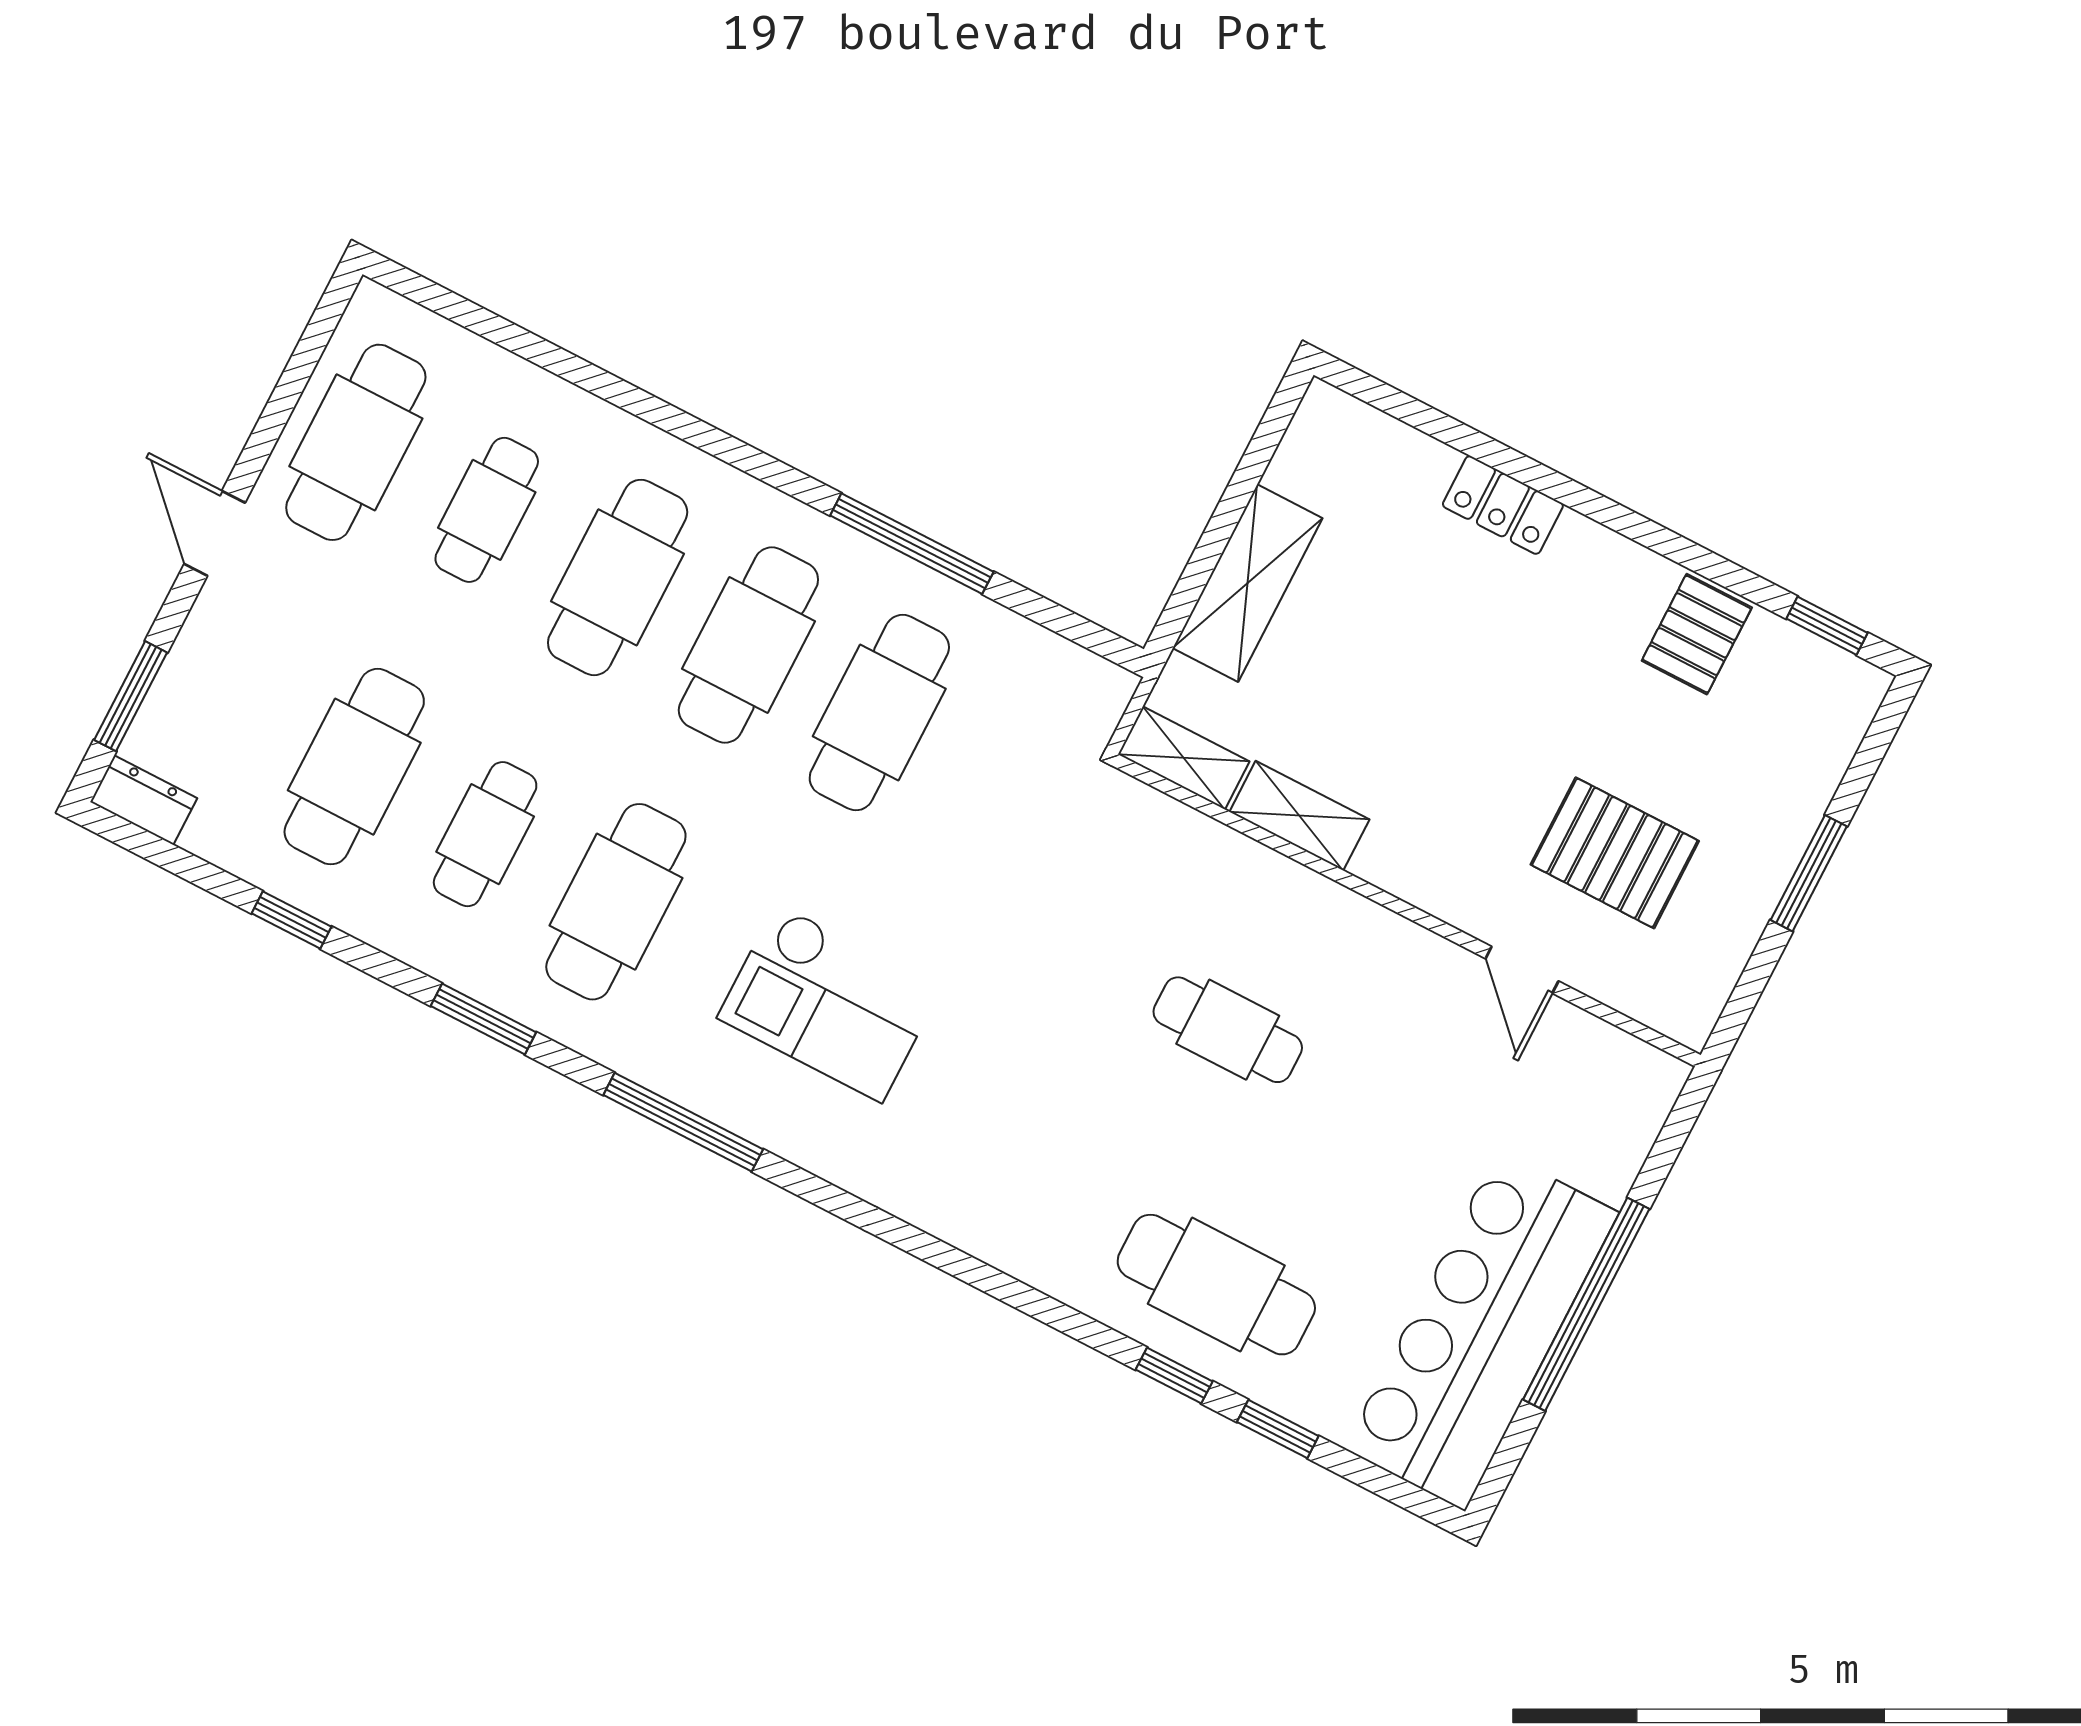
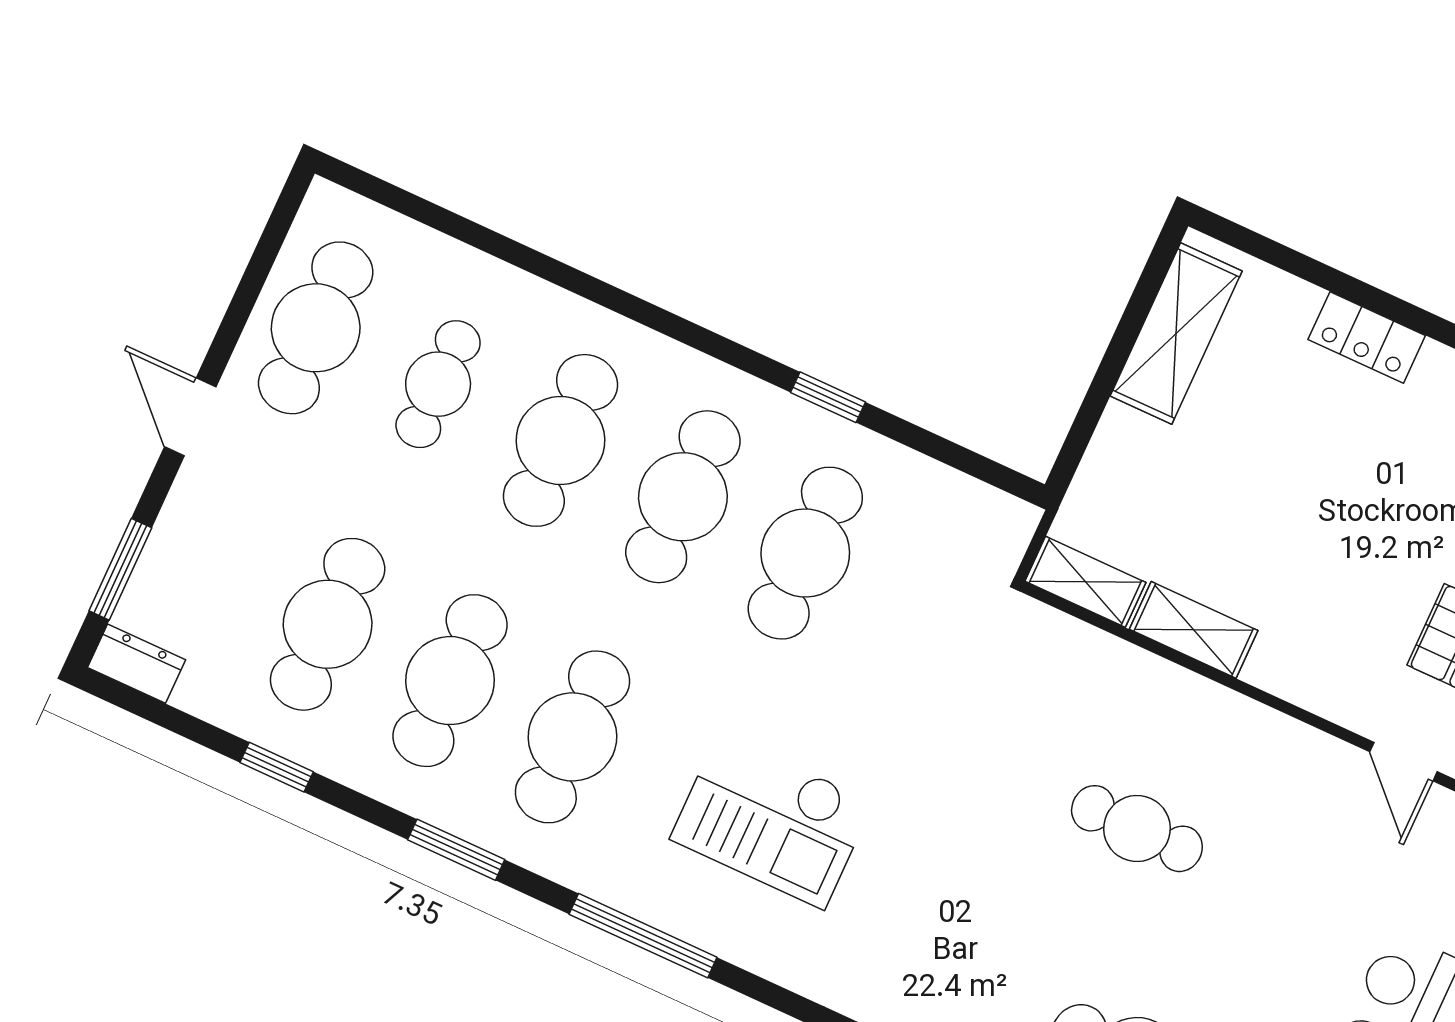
window: (912, 544) -> (828, 397), width x0.46
shelving: (1248, 583) -> (1176, 334), moved
cafe table: (485, 834) -> (450, 681), width x1.37, depth x1.35

